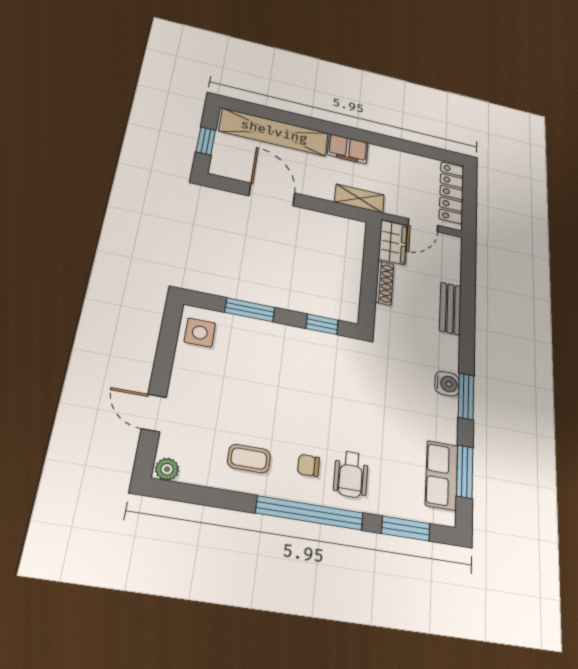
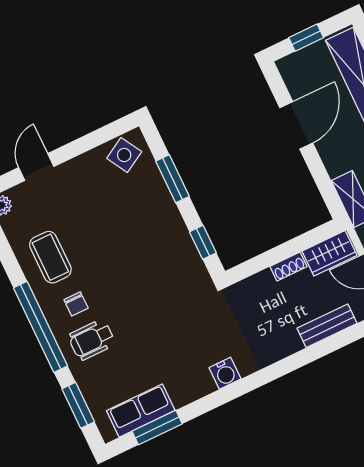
shoe rack: (385, 283) -> (289, 267), width x0.70
bench: (450, 308) -> (327, 326), moved
side table: (200, 333) -> (124, 155), turned -30
window: (466, 396) -> (225, 395), removed
coffee table: (249, 459) -> (50, 257), width x1.36, depth x1.30
chair: (309, 465) -> (76, 304), turned 180

